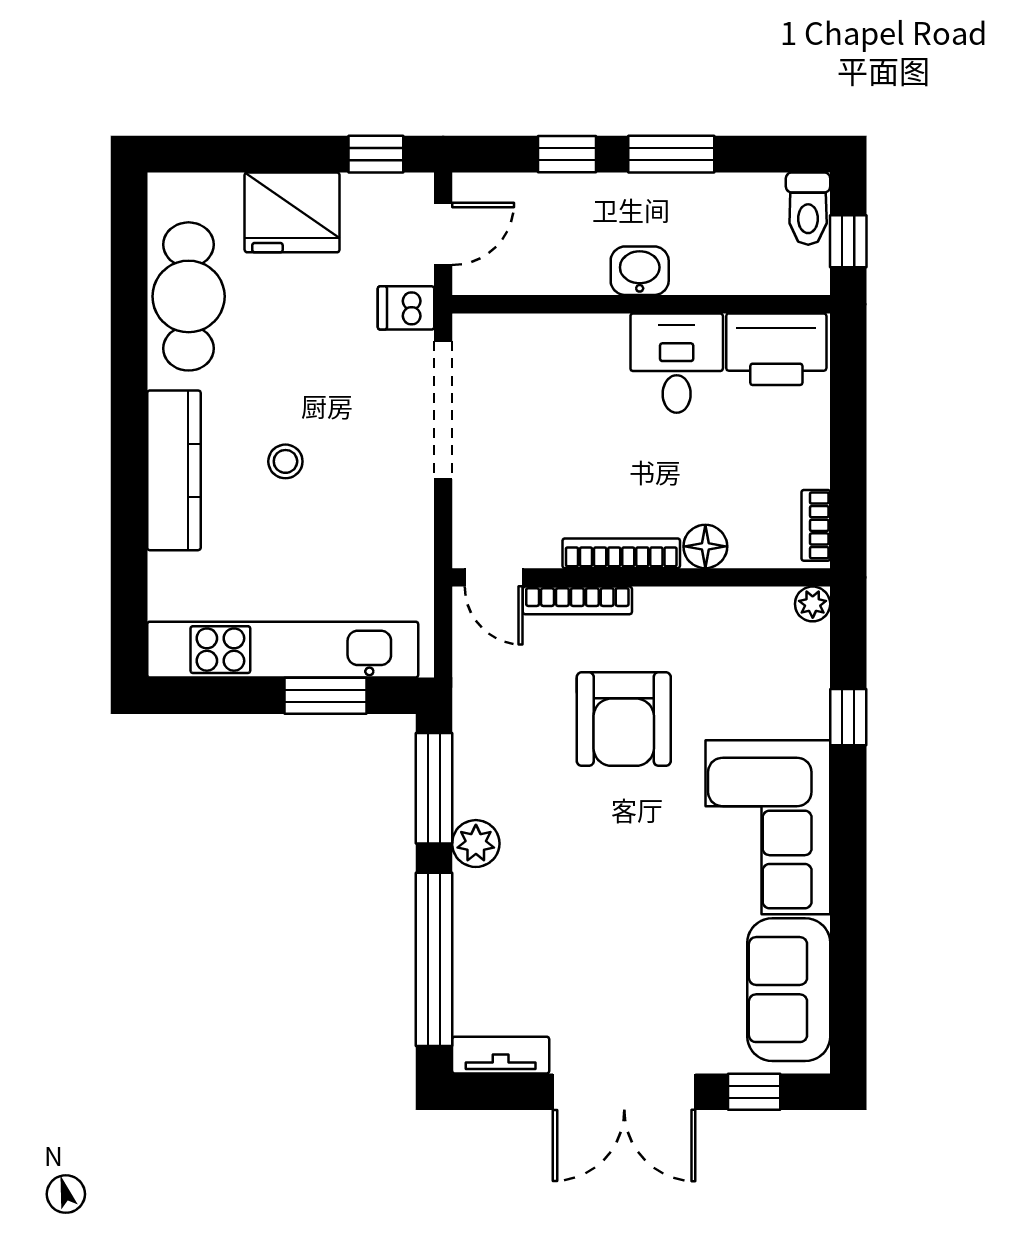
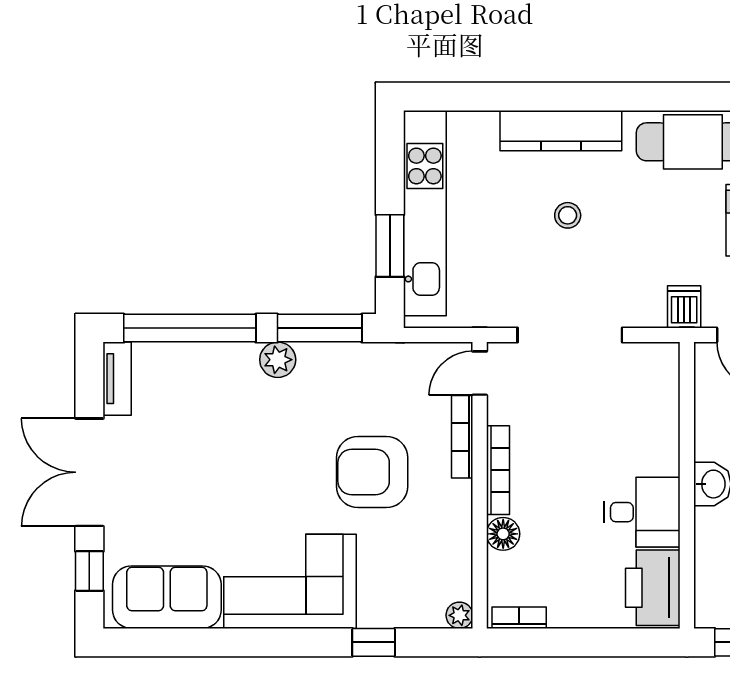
doorway: (443, 410) -> (570, 335), moved

